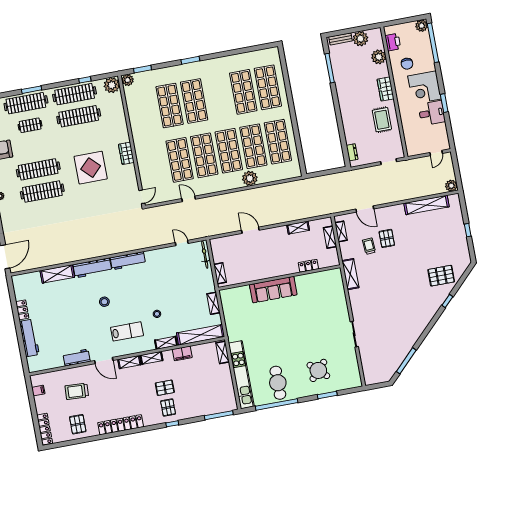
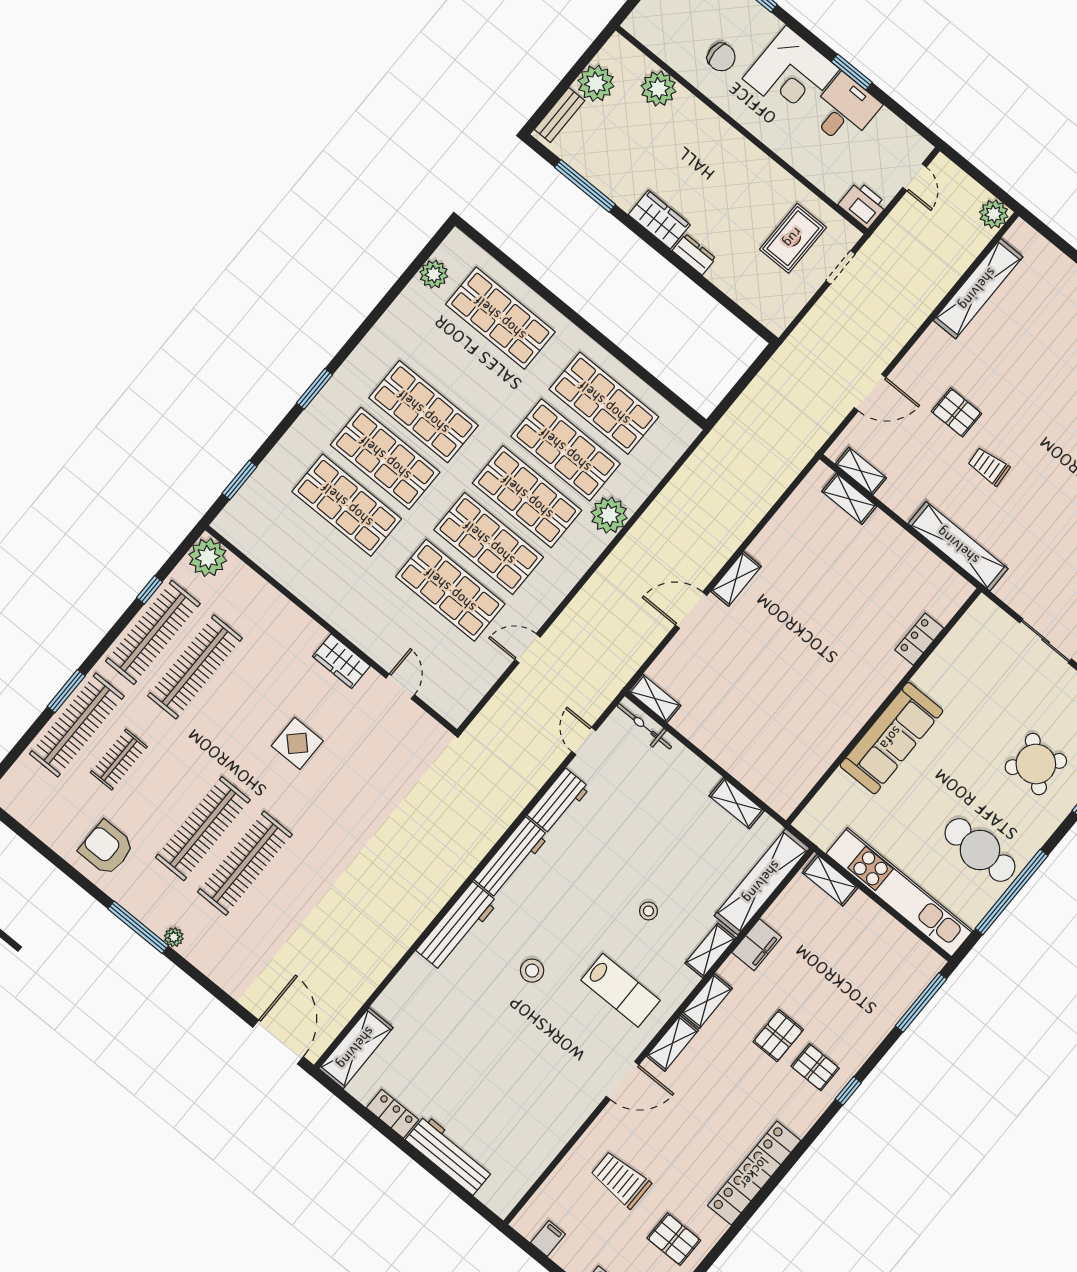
printer: (393, 42) -> (863, 205), moved
plant: (128, 80) -> (434, 274), moved
wardrobe: (386, 89) -> (659, 220), moved, turned 180
shop shelf: (243, 92) -> (423, 412), moved
rug: (382, 120) -> (793, 238), moved, turned 90
dresser: (352, 152) -> (694, 254), moved
display table: (91, 168) -> (297, 743), width x0.54, depth x0.54
door: (142, 197) -> (400, 686), moved
shelving: (298, 228) -> (736, 579), moved
door: (182, 243) -> (584, 741), hinge flipped
trolley: (369, 246) -> (989, 466), moved
locker: (308, 266) -> (919, 639), moved
shelving: (220, 273) -> (655, 698), moved
shelving: (57, 274) -> (356, 1048), moved
shelving: (350, 274) -> (958, 546), width x1.47
wall: (279, 278) -> (884, 706), moved
sofa: (273, 290) -> (891, 738), moved
lab bench: (127, 331) -> (620, 990), turned 90
workbench: (77, 358) -> (559, 801), moved, turned 180
trolley: (77, 391) -> (621, 1180), turned 87

